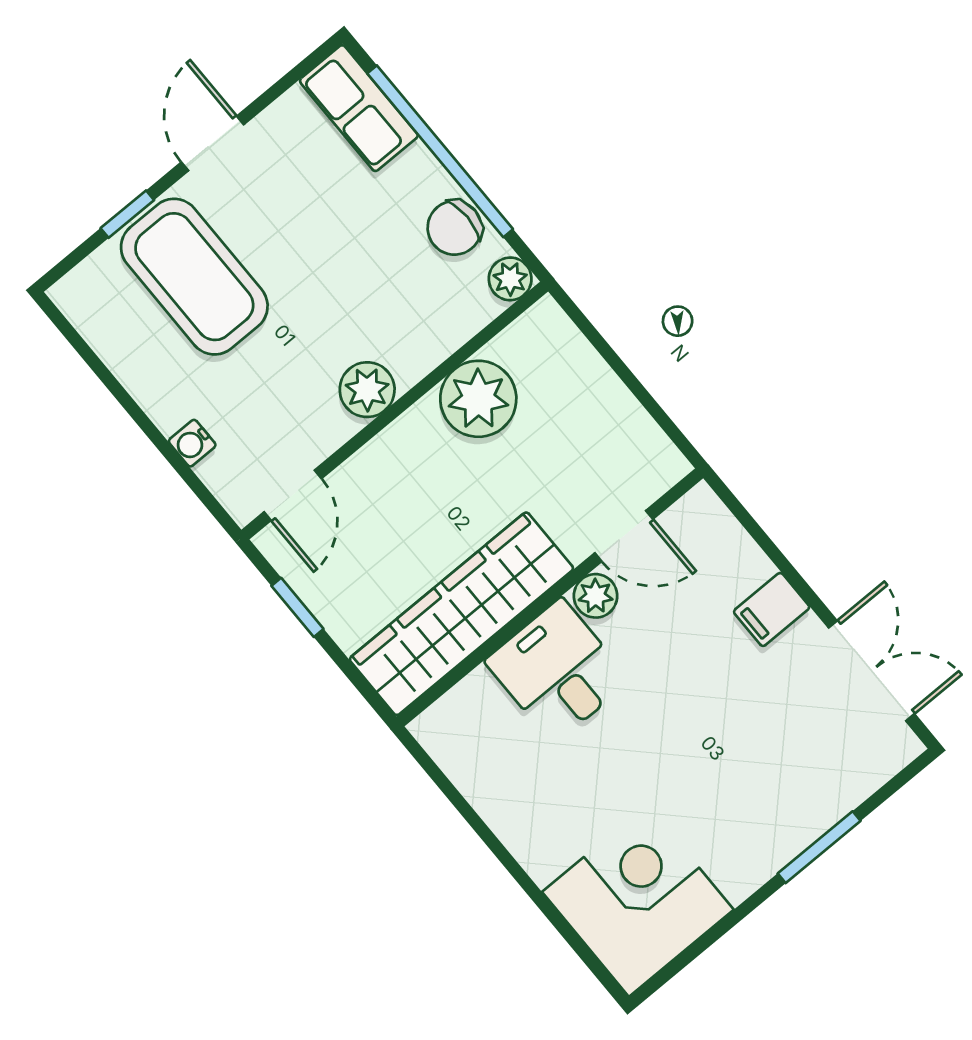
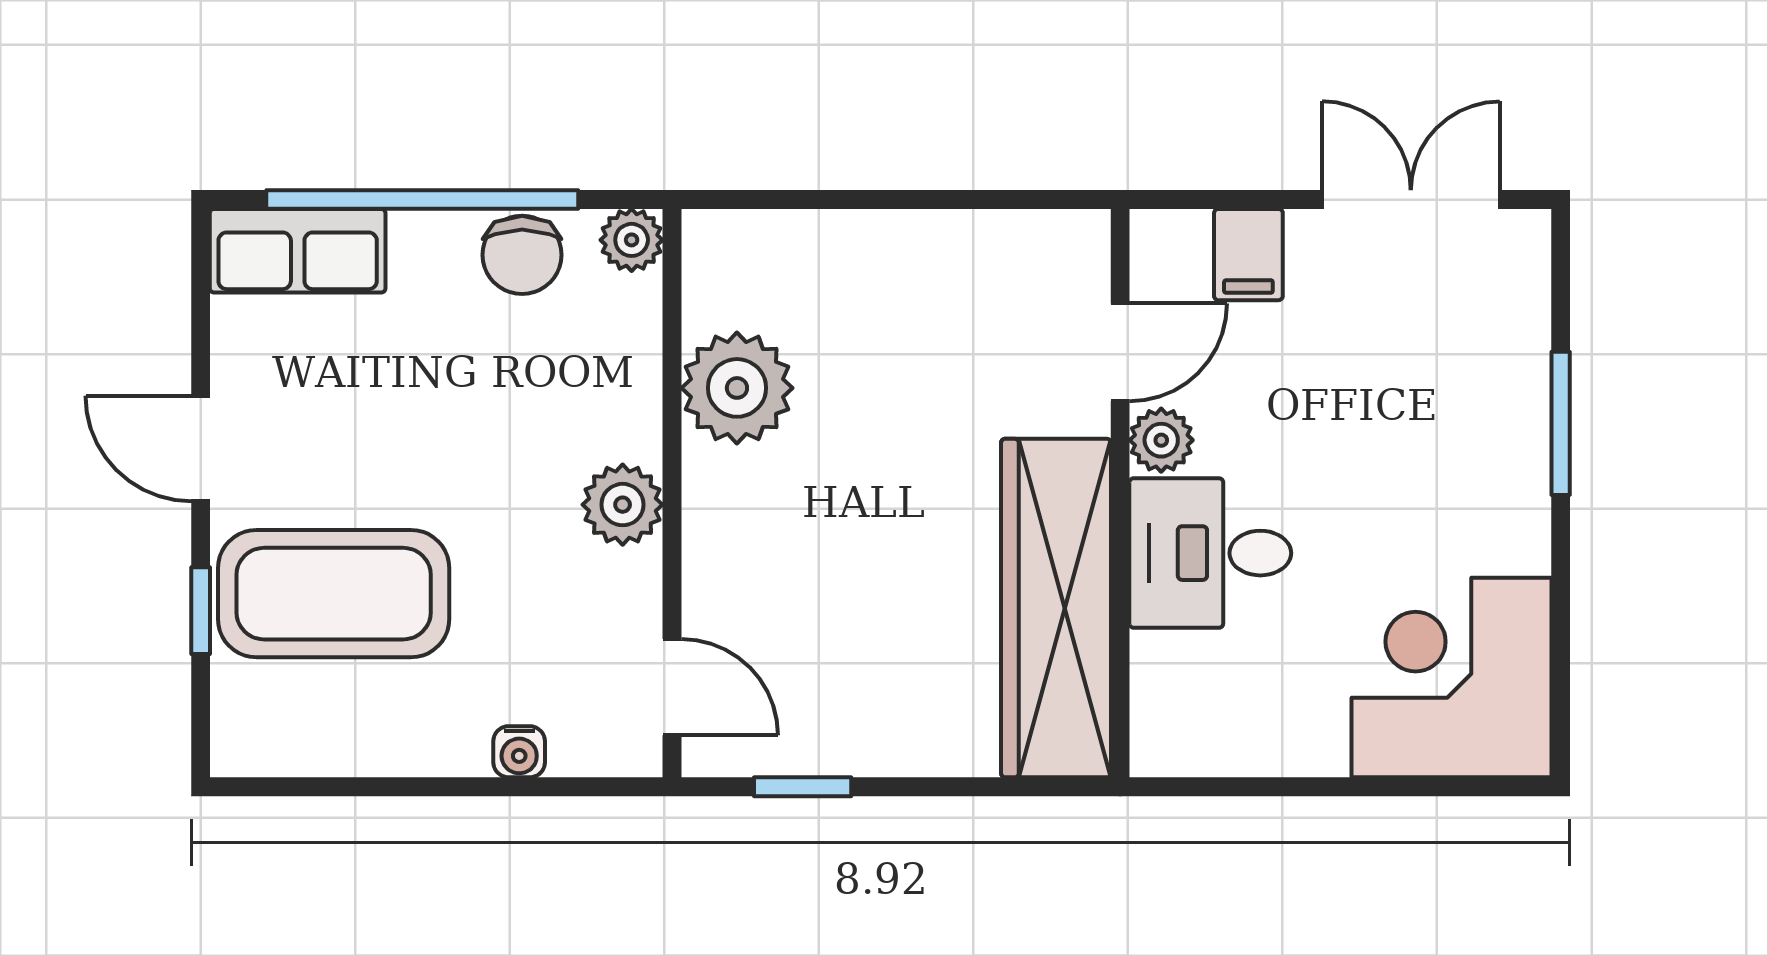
door: (624, 536) -> (1120, 352), moved
plant: (596, 596) -> (1161, 440), moved
wall: (550, 597) -> (1120, 493), moved
wardrobe: (461, 614) -> (1056, 608), moved
desk: (558, 671) -> (1210, 553), moved

